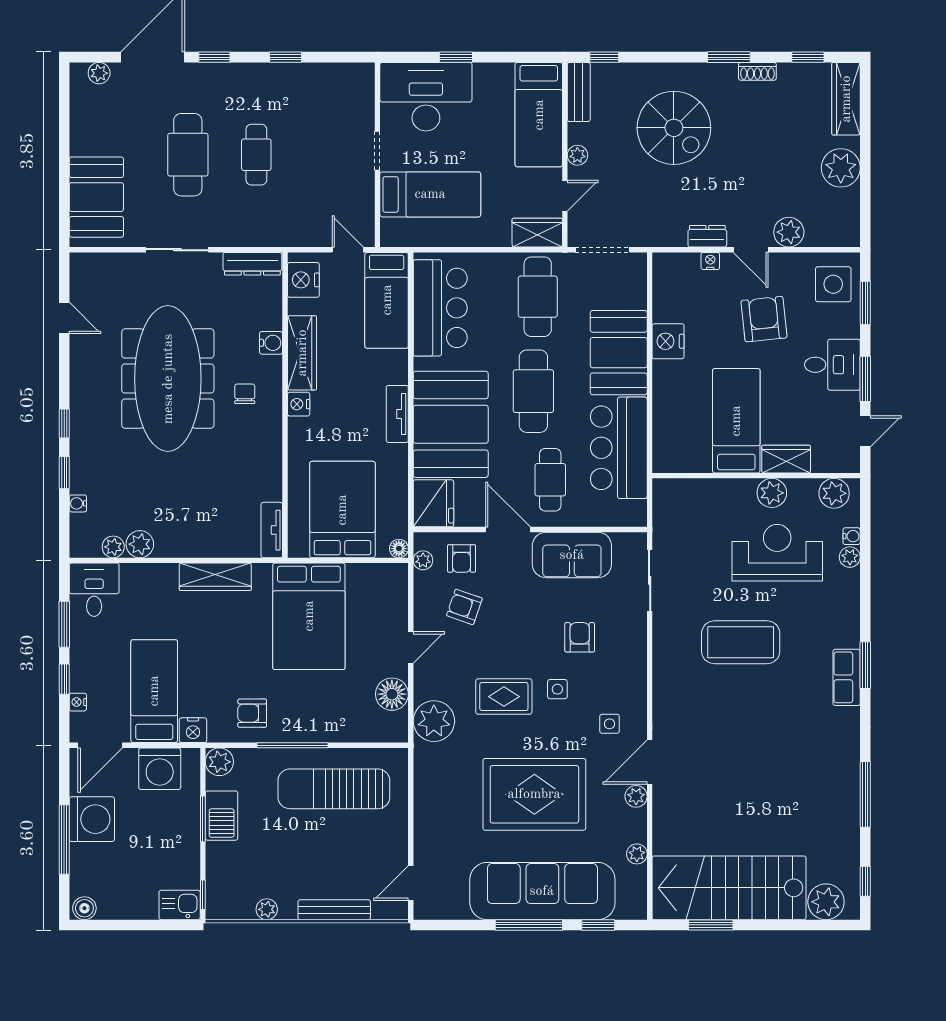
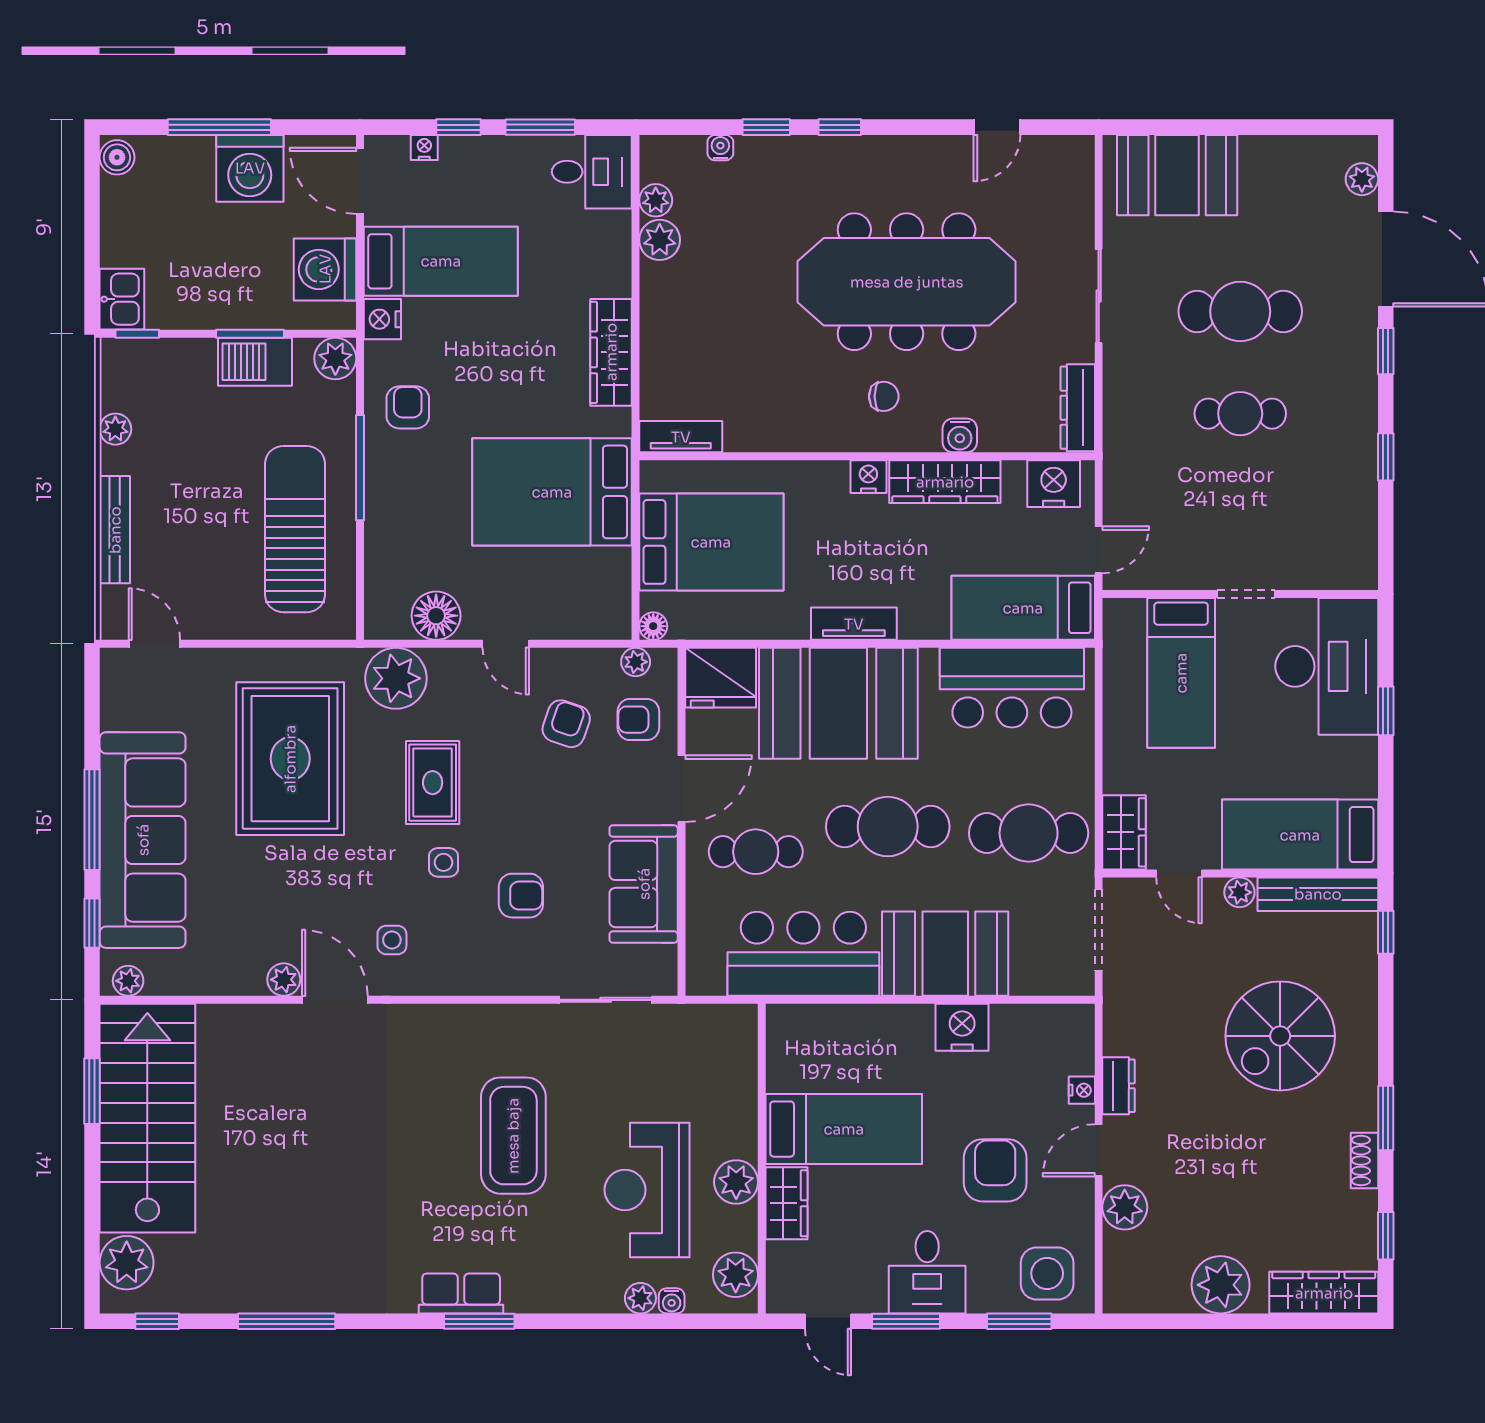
bench: (579, 92) -> (1318, 894), width x1.36
armchair: (764, 319) -> (995, 1170), turned -84
reception desk: (777, 553) -> (647, 1190), turned 180
rug: (534, 794) -> (290, 759), moved
plant: (637, 854) -> (128, 981), moved

